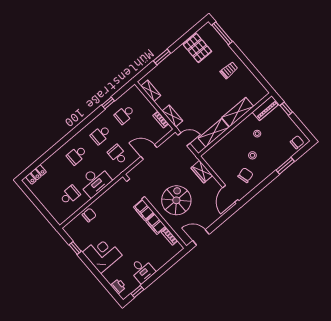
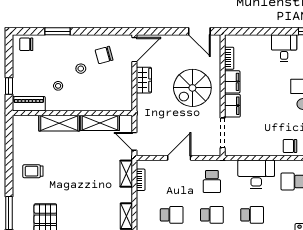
door: (149, 152) -> (179, 158), swing flipped
wardrobe: (202, 172) -> (144, 80), moved

